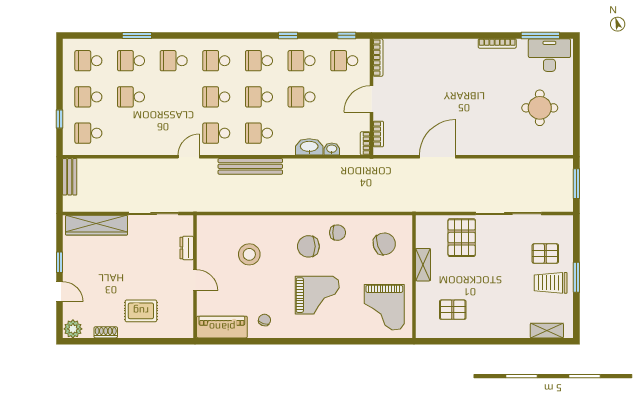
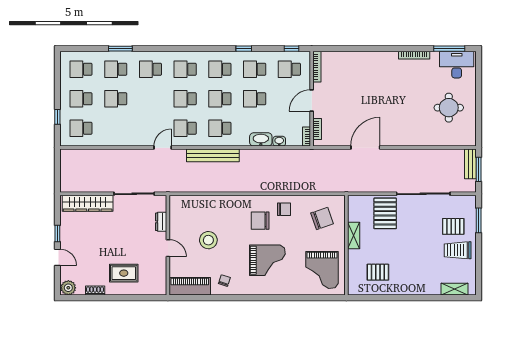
bench: (70, 177) -> (470, 164), moved
stool: (249, 254) -> (208, 240), moved
window: (576, 277) -> (479, 220), moved

